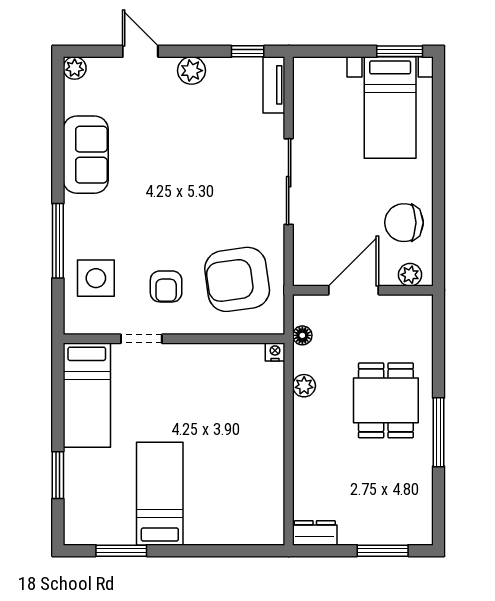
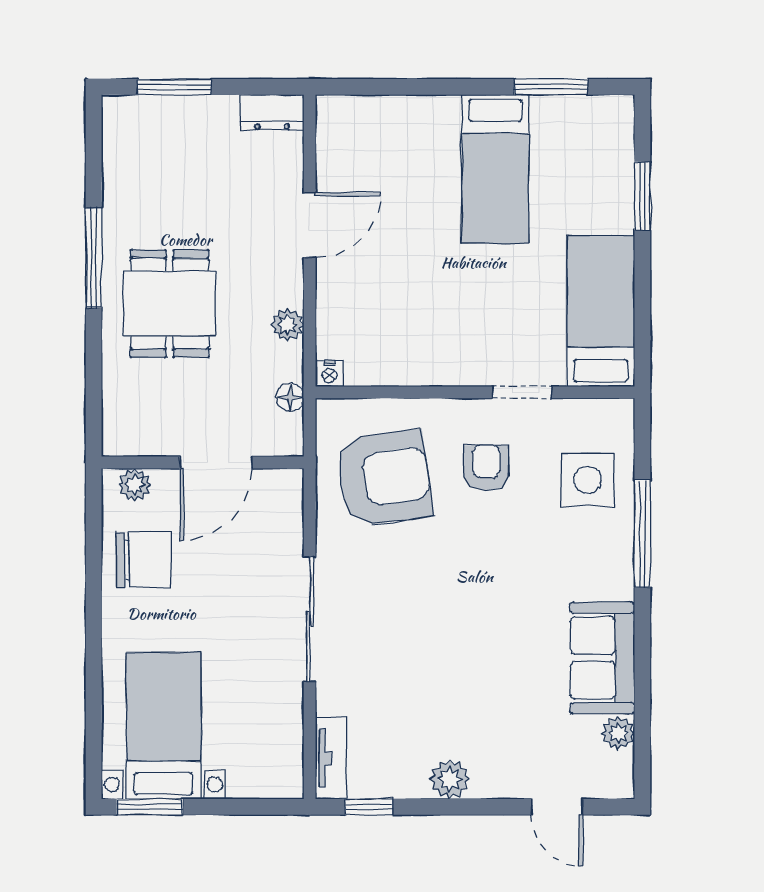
door: (140, 51) -> (557, 807), moved
plant: (75, 68) -> (618, 733), moved
door: (289, 455) -> (310, 225), added

